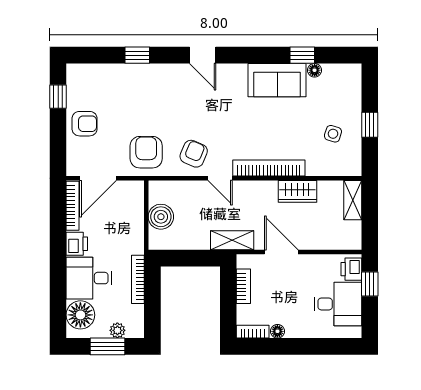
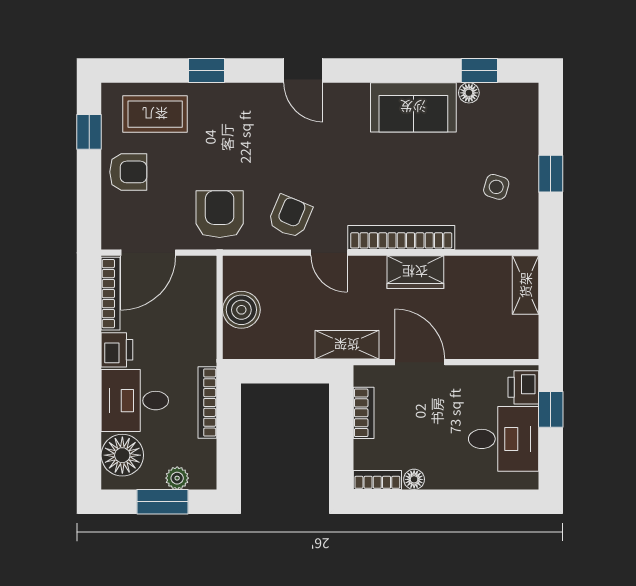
window: (302, 55) -> (479, 70), moved
coffee table: (103, 85) -> (155, 114), added
wardrobe: (297, 191) -> (415, 272), moved

